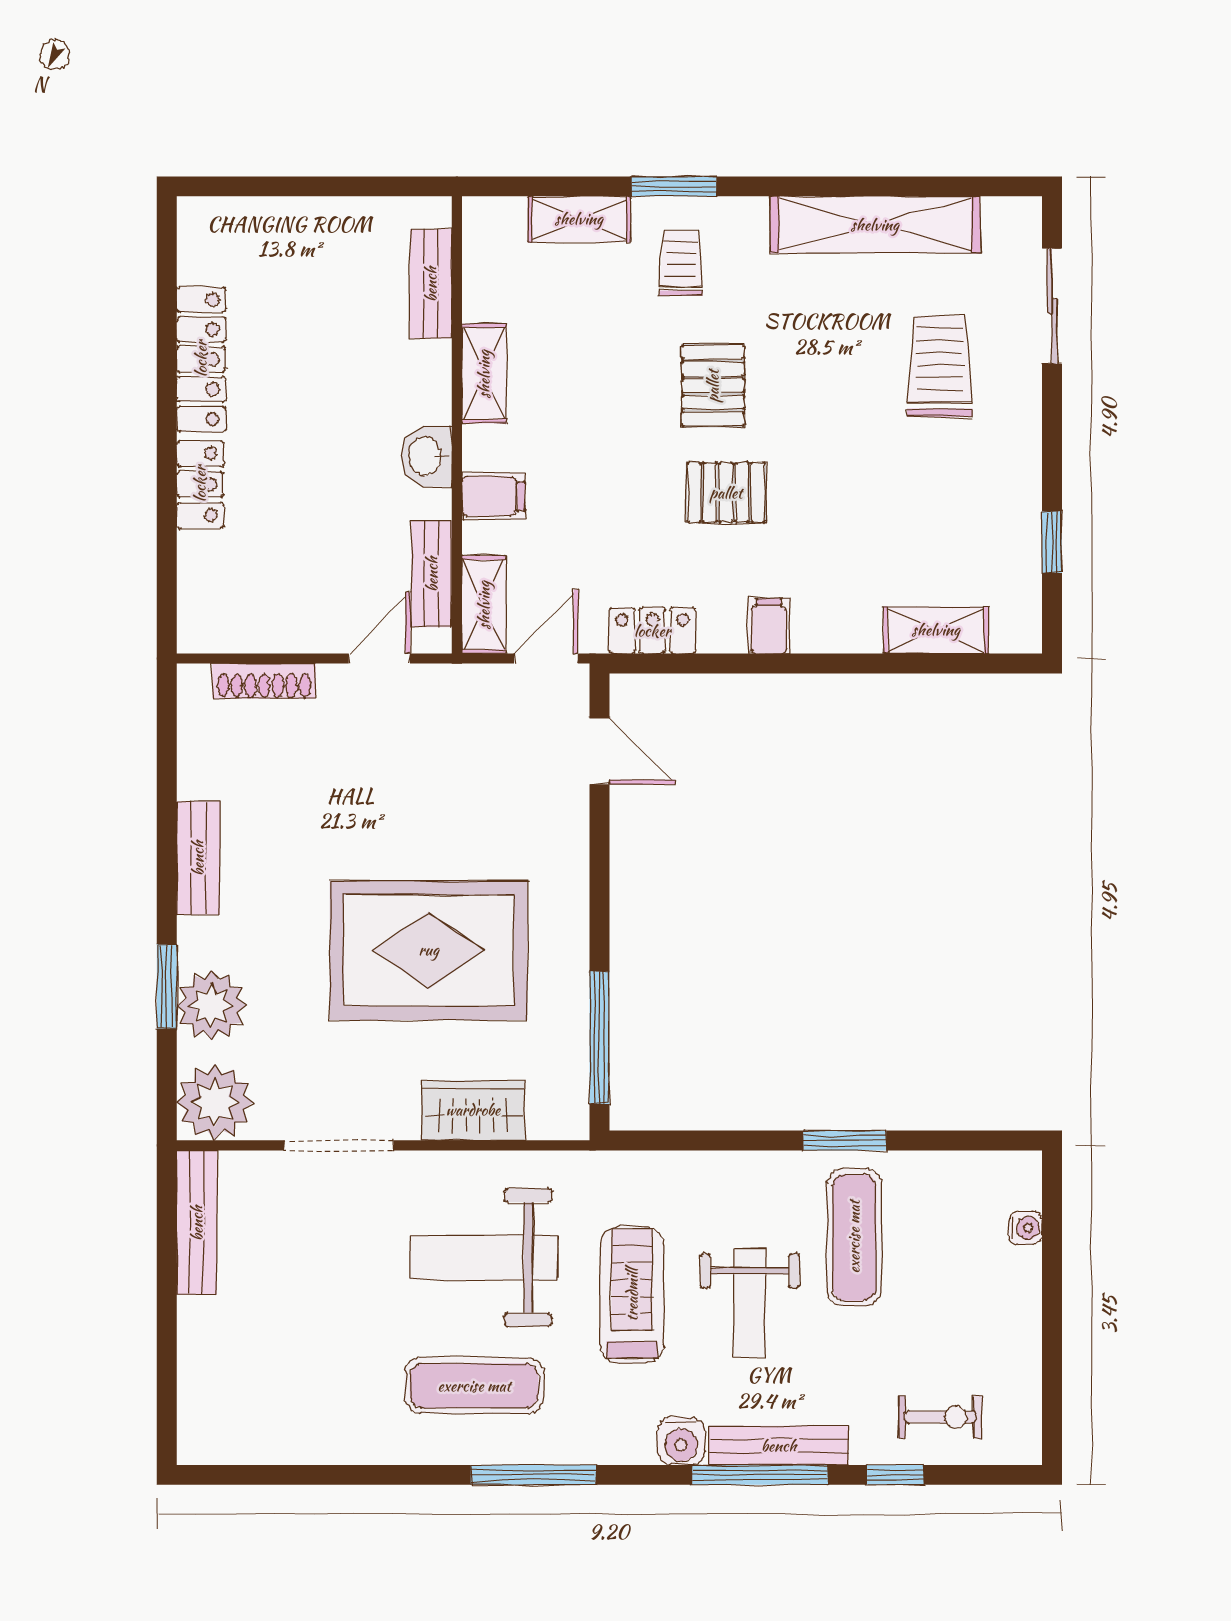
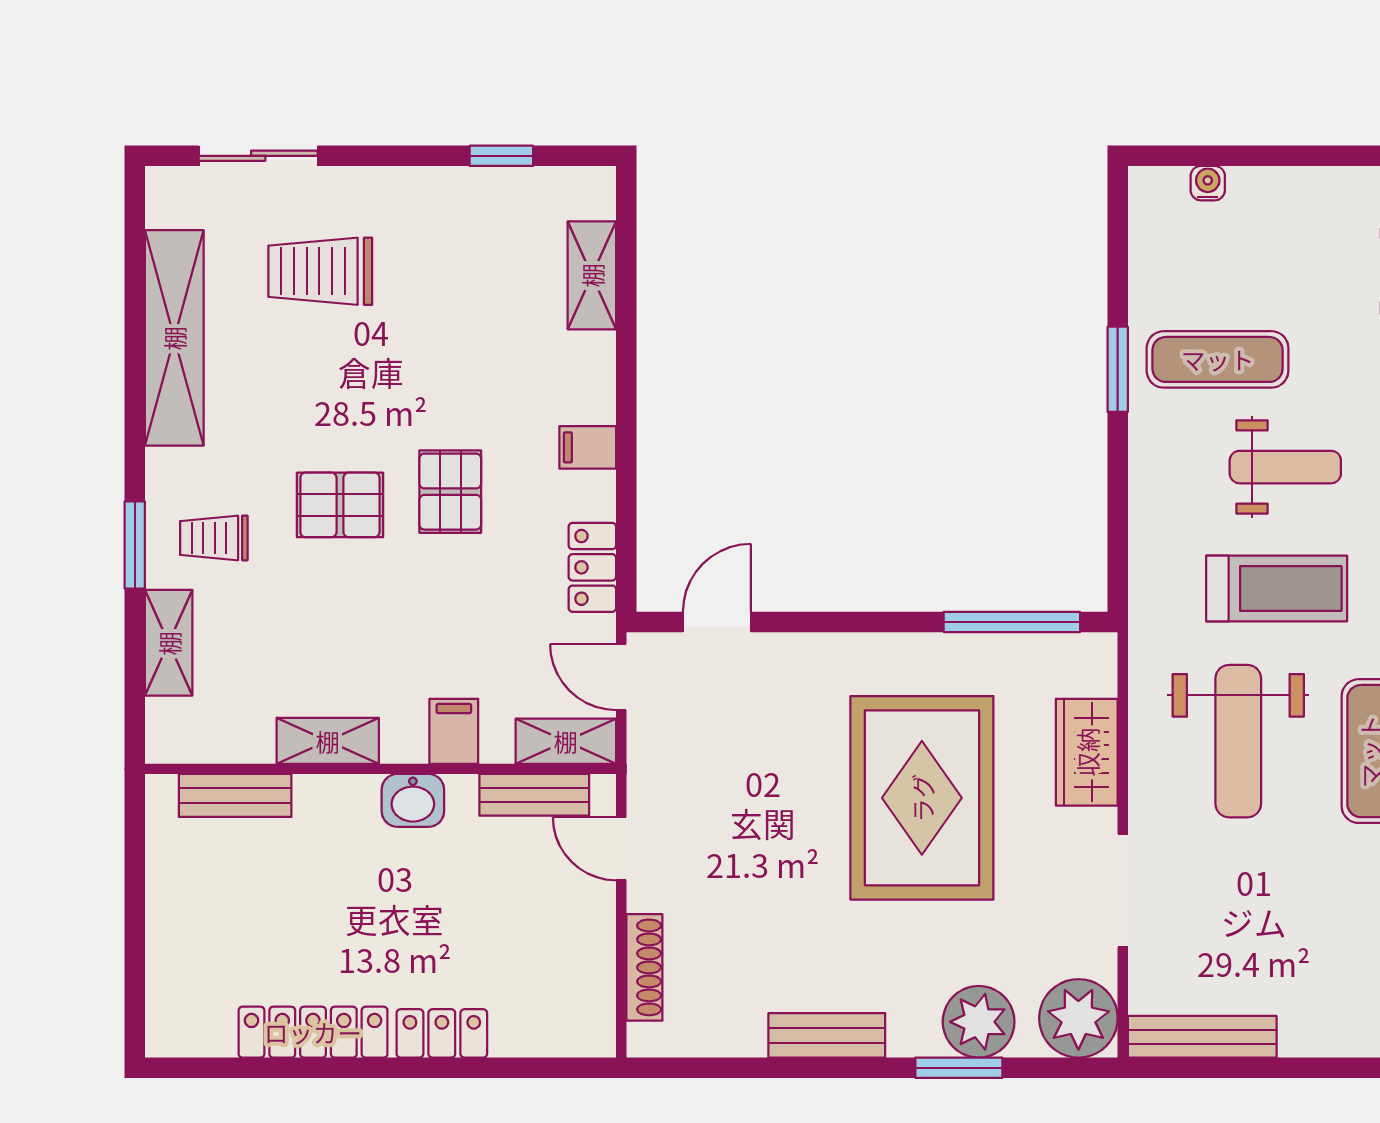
treadmill: (632, 1295) -> (1277, 588), turned 180

